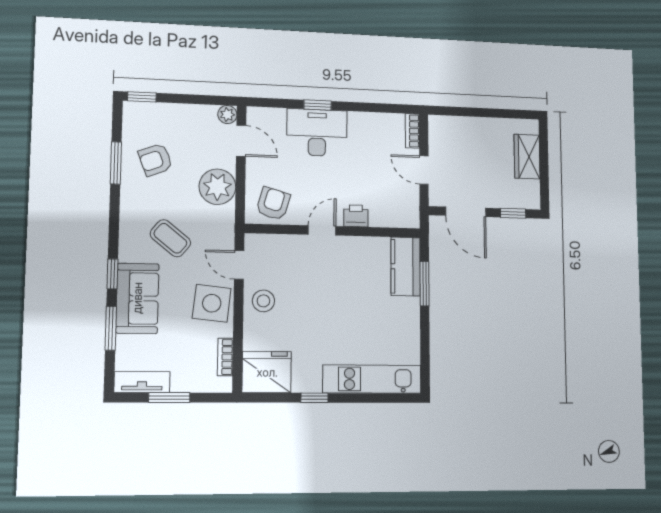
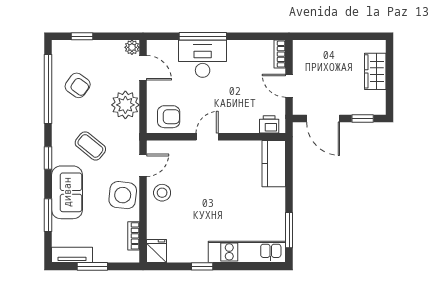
window: (142, 97) -> (82, 36), moved
window: (318, 105) -> (203, 36), width x2.17
armchair: (155, 160) -> (78, 85), turned -123
window: (116, 163) -> (48, 89), width x2.11
armchair: (273, 204) -> (169, 117), turned 74
printer: (356, 216) -> (269, 124), moved
door: (239, 265) -> (143, 165), swing flipped
window: (112, 274) -> (48, 158), moved
window: (425, 284) -> (289, 230), moved
fridge: (267, 372) -> (156, 251), width x0.53, depth x0.75

